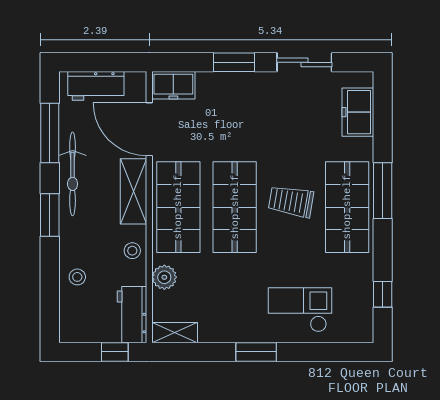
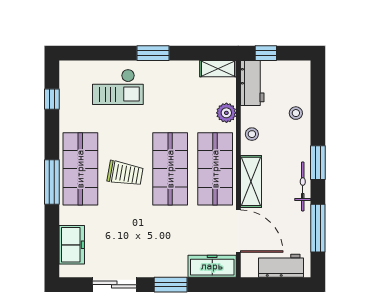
freezer: (173, 85) -> (212, 266), width x1.40
bicycle: (73, 174) -> (303, 186), width x0.73, depth x0.71

